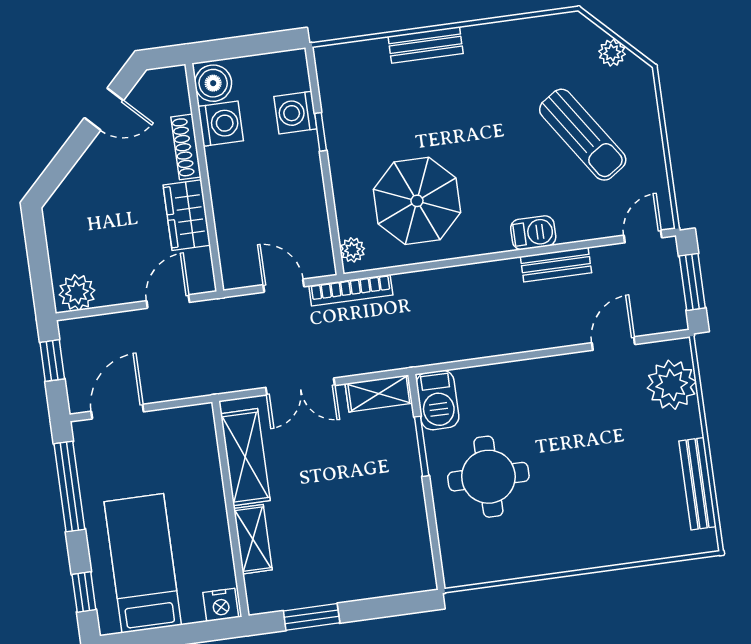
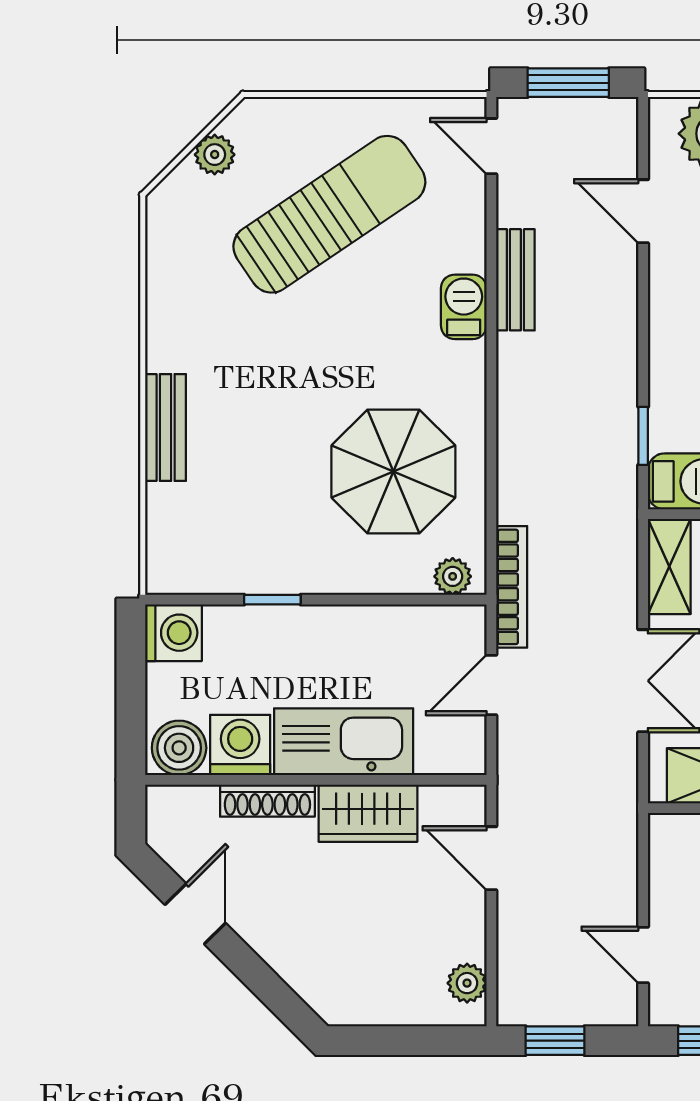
washing machine: (295, 113) -> (173, 633), moved, turned -90
sun lounger: (583, 135) -> (329, 214), width x1.36, depth x1.34
kitchen sink: (232, 192) -> (344, 742), added
plant: (77, 292) -> (467, 983), width x0.73, depth x0.73
window: (464, 364) -> (643, 436), added
door: (117, 412) -> (643, 955), width x0.73

